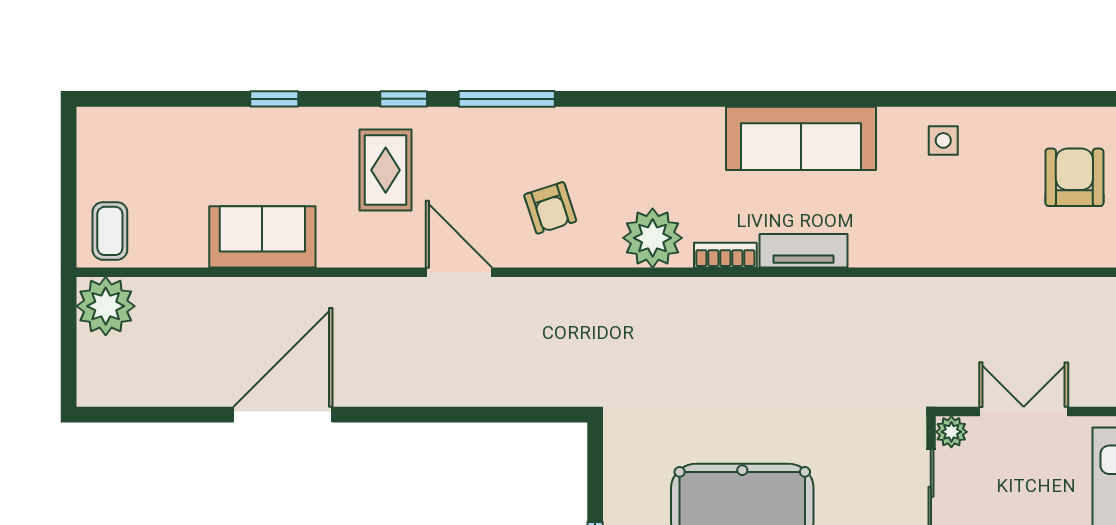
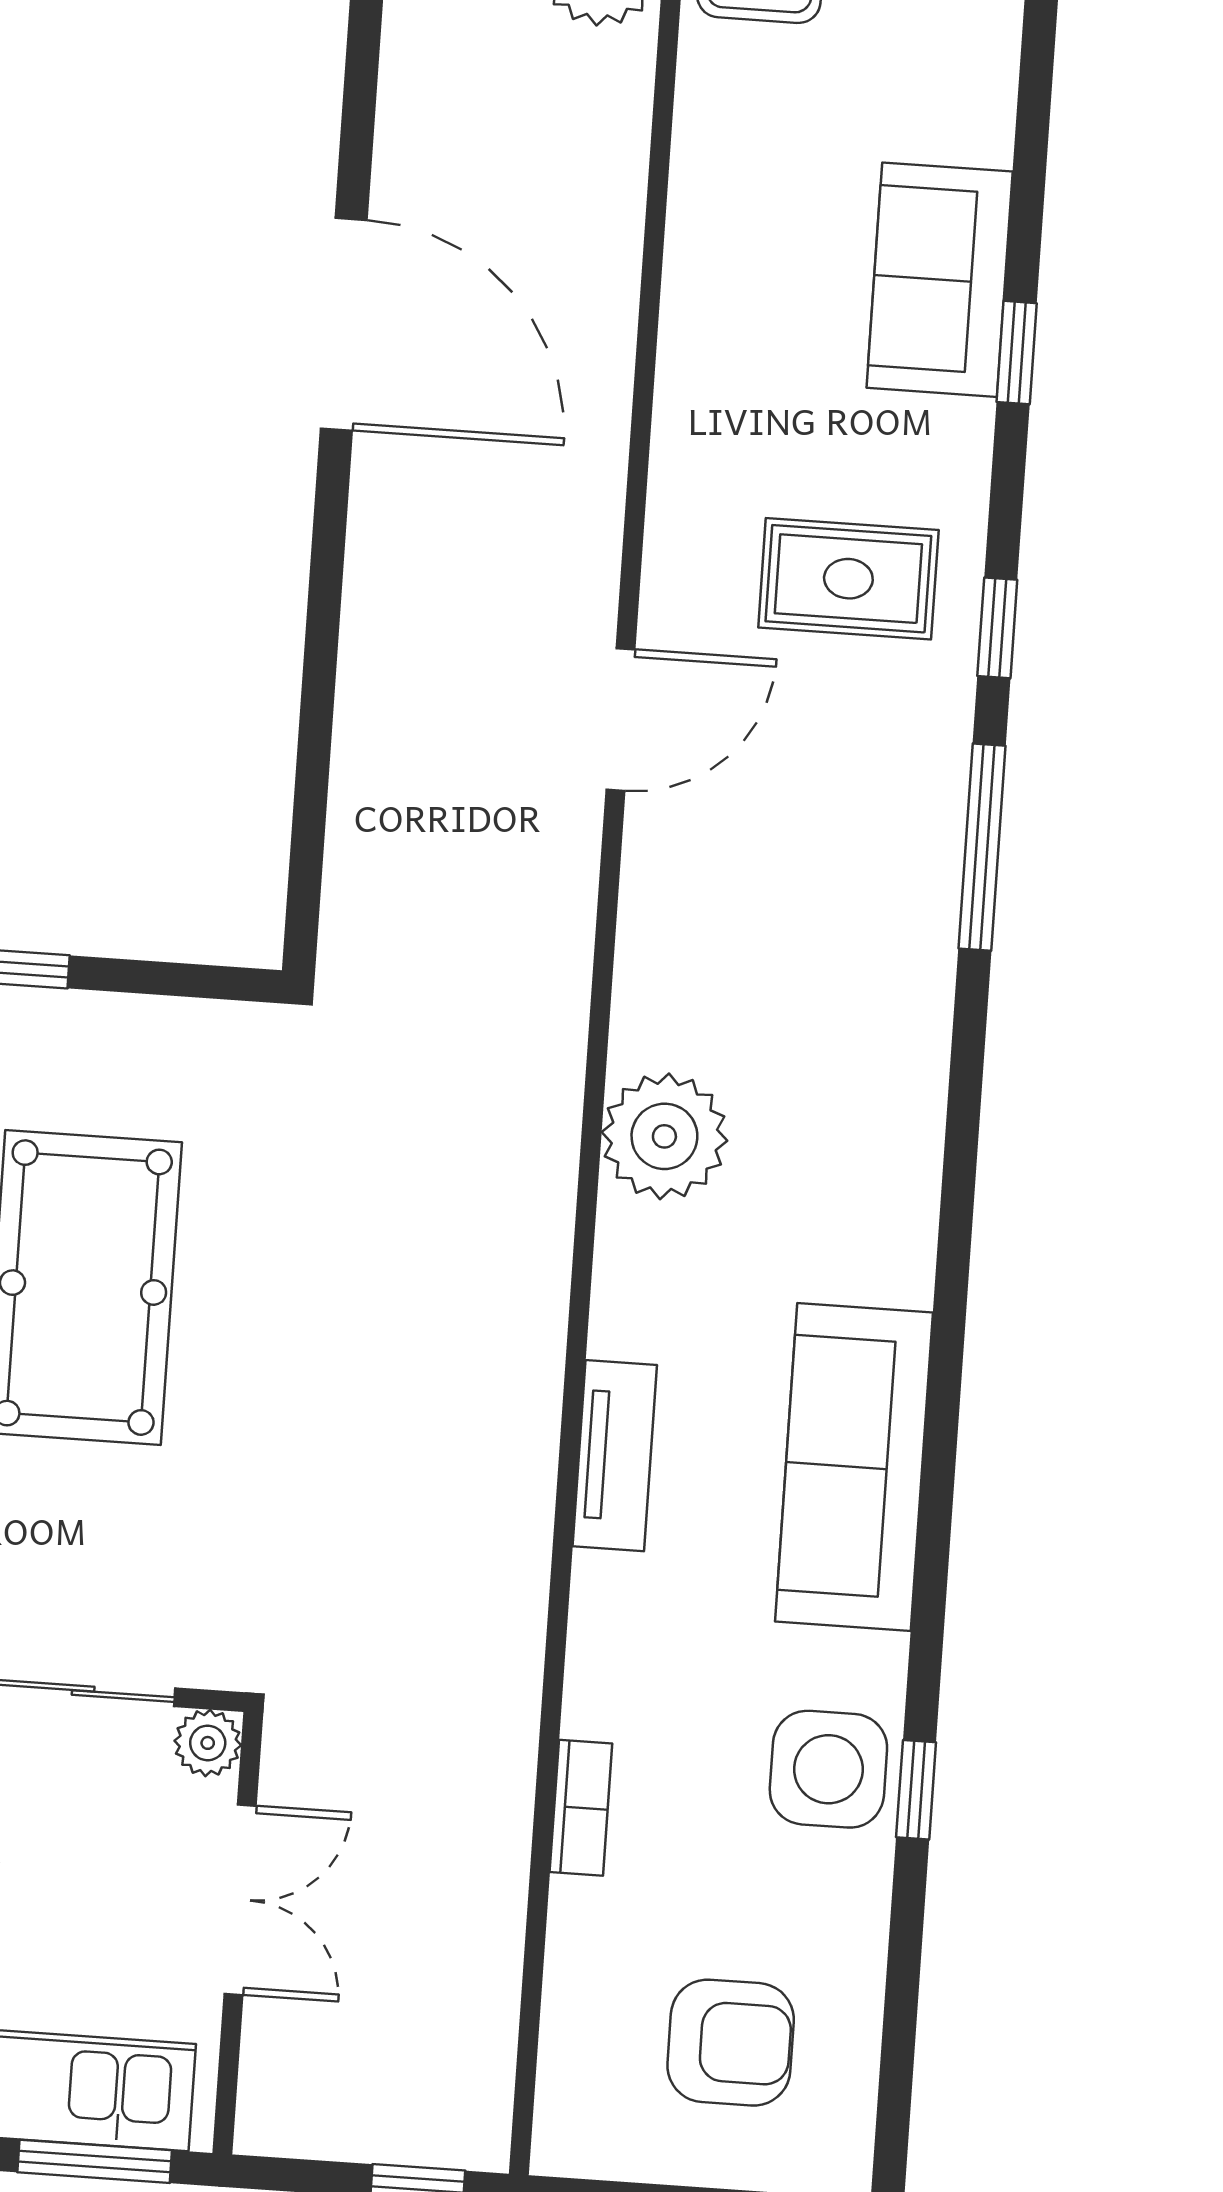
window: (950, 99) -> (916, 1790), added
side table: (943, 140) -> (828, 1769), width x1.87, depth x1.87
armchair: (550, 208) -> (743, 923), removed
sofa: (262, 237) -> (940, 280), moved, turned 180
bookcase: (725, 255) -> (581, 1808), moved

